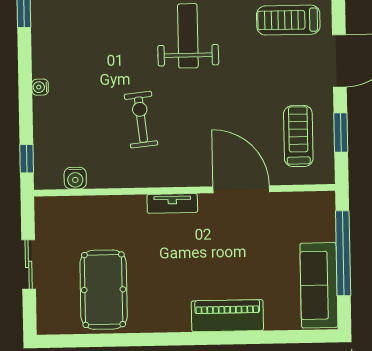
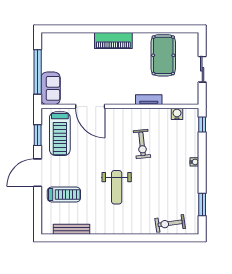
treadmill: (298, 136) -> (60, 134), width x1.37, depth x1.38
tv unit: (172, 203) -> (149, 100), moved
sofa: (319, 285) -> (51, 88), moved, width x0.73
piano: (227, 316) -> (113, 40), moved

